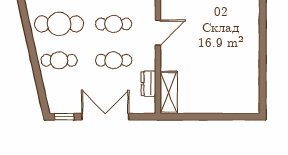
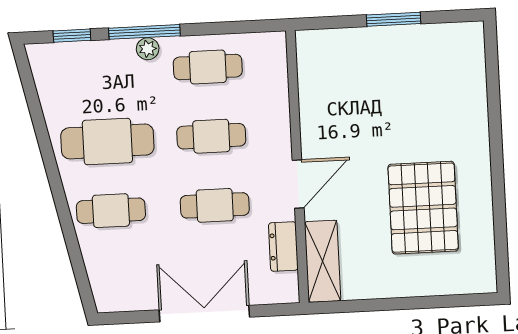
door: (158, 33) -> (298, 184), moved
pallet: (223, 67) -> (423, 208), added
window: (64, 117) -> (126, 317), removed

